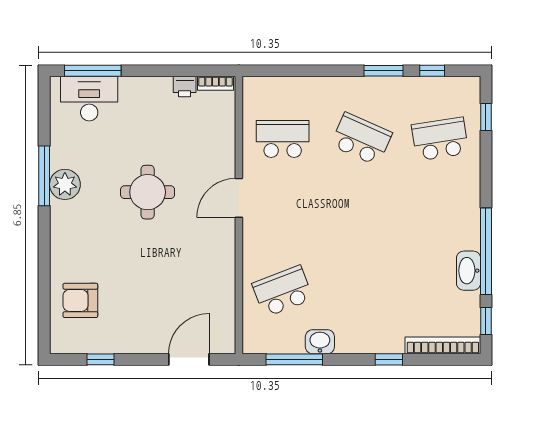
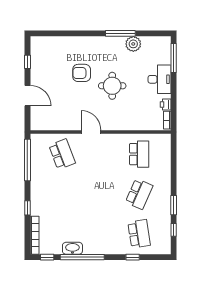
desk: (89, 99) -> (160, 79), moved
window: (486, 117) -> (133, 257), moved
plant: (65, 184) -> (133, 44), moved
door: (239, 198) -> (91, 132), moved
armchair: (80, 300) -> (82, 73), moved, turned -90
washbasin: (320, 342) -> (36, 173), removed
door: (189, 359) -> (27, 96), moved
window: (294, 359) -> (27, 160), width x1.46

